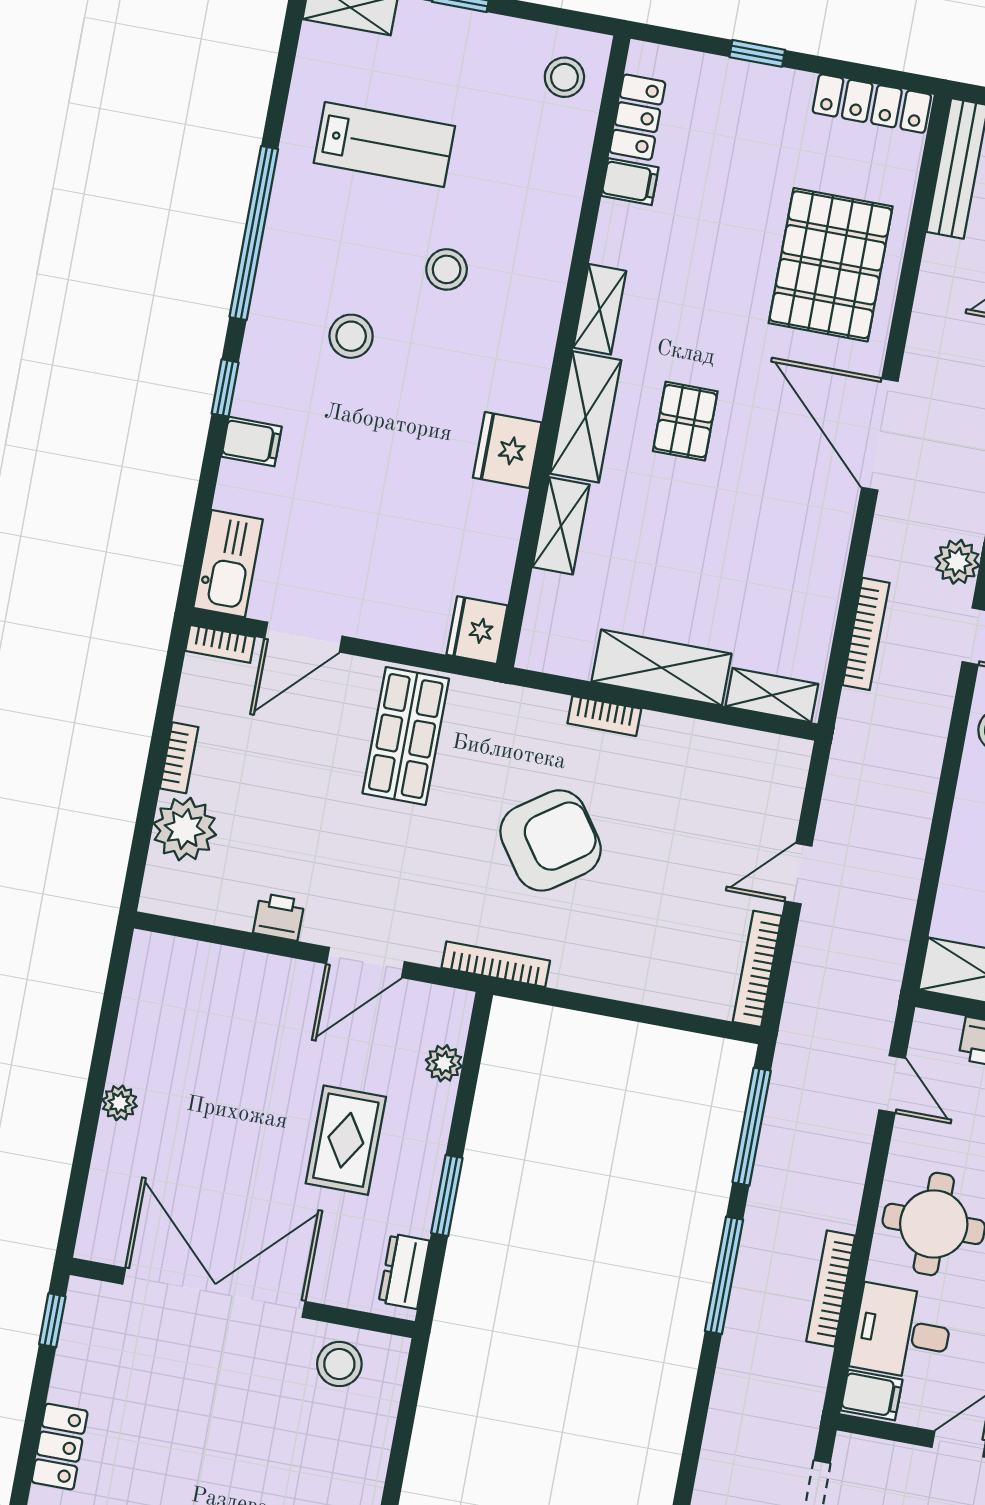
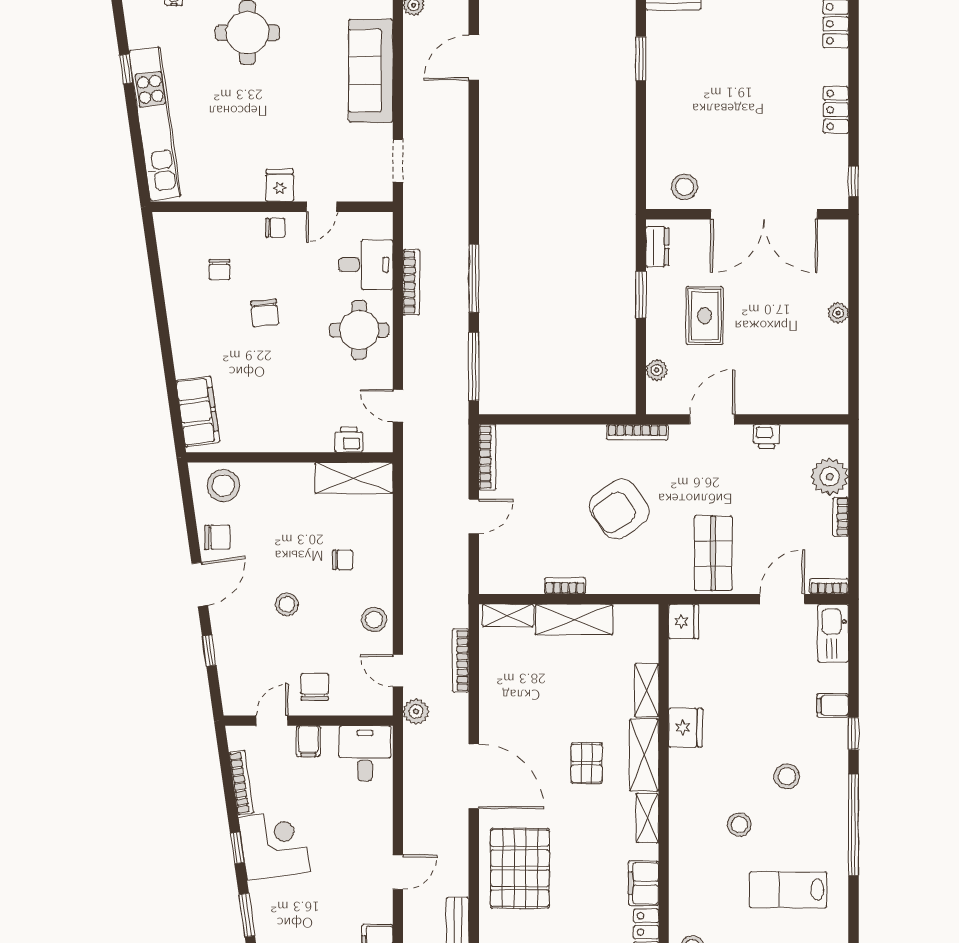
filing cabinet: (630, 182) -> (644, 883), width x2.00
bookcase: (604, 716) -> (565, 586), moved
filing cabinet: (872, 1395) -> (377, 226), removed

